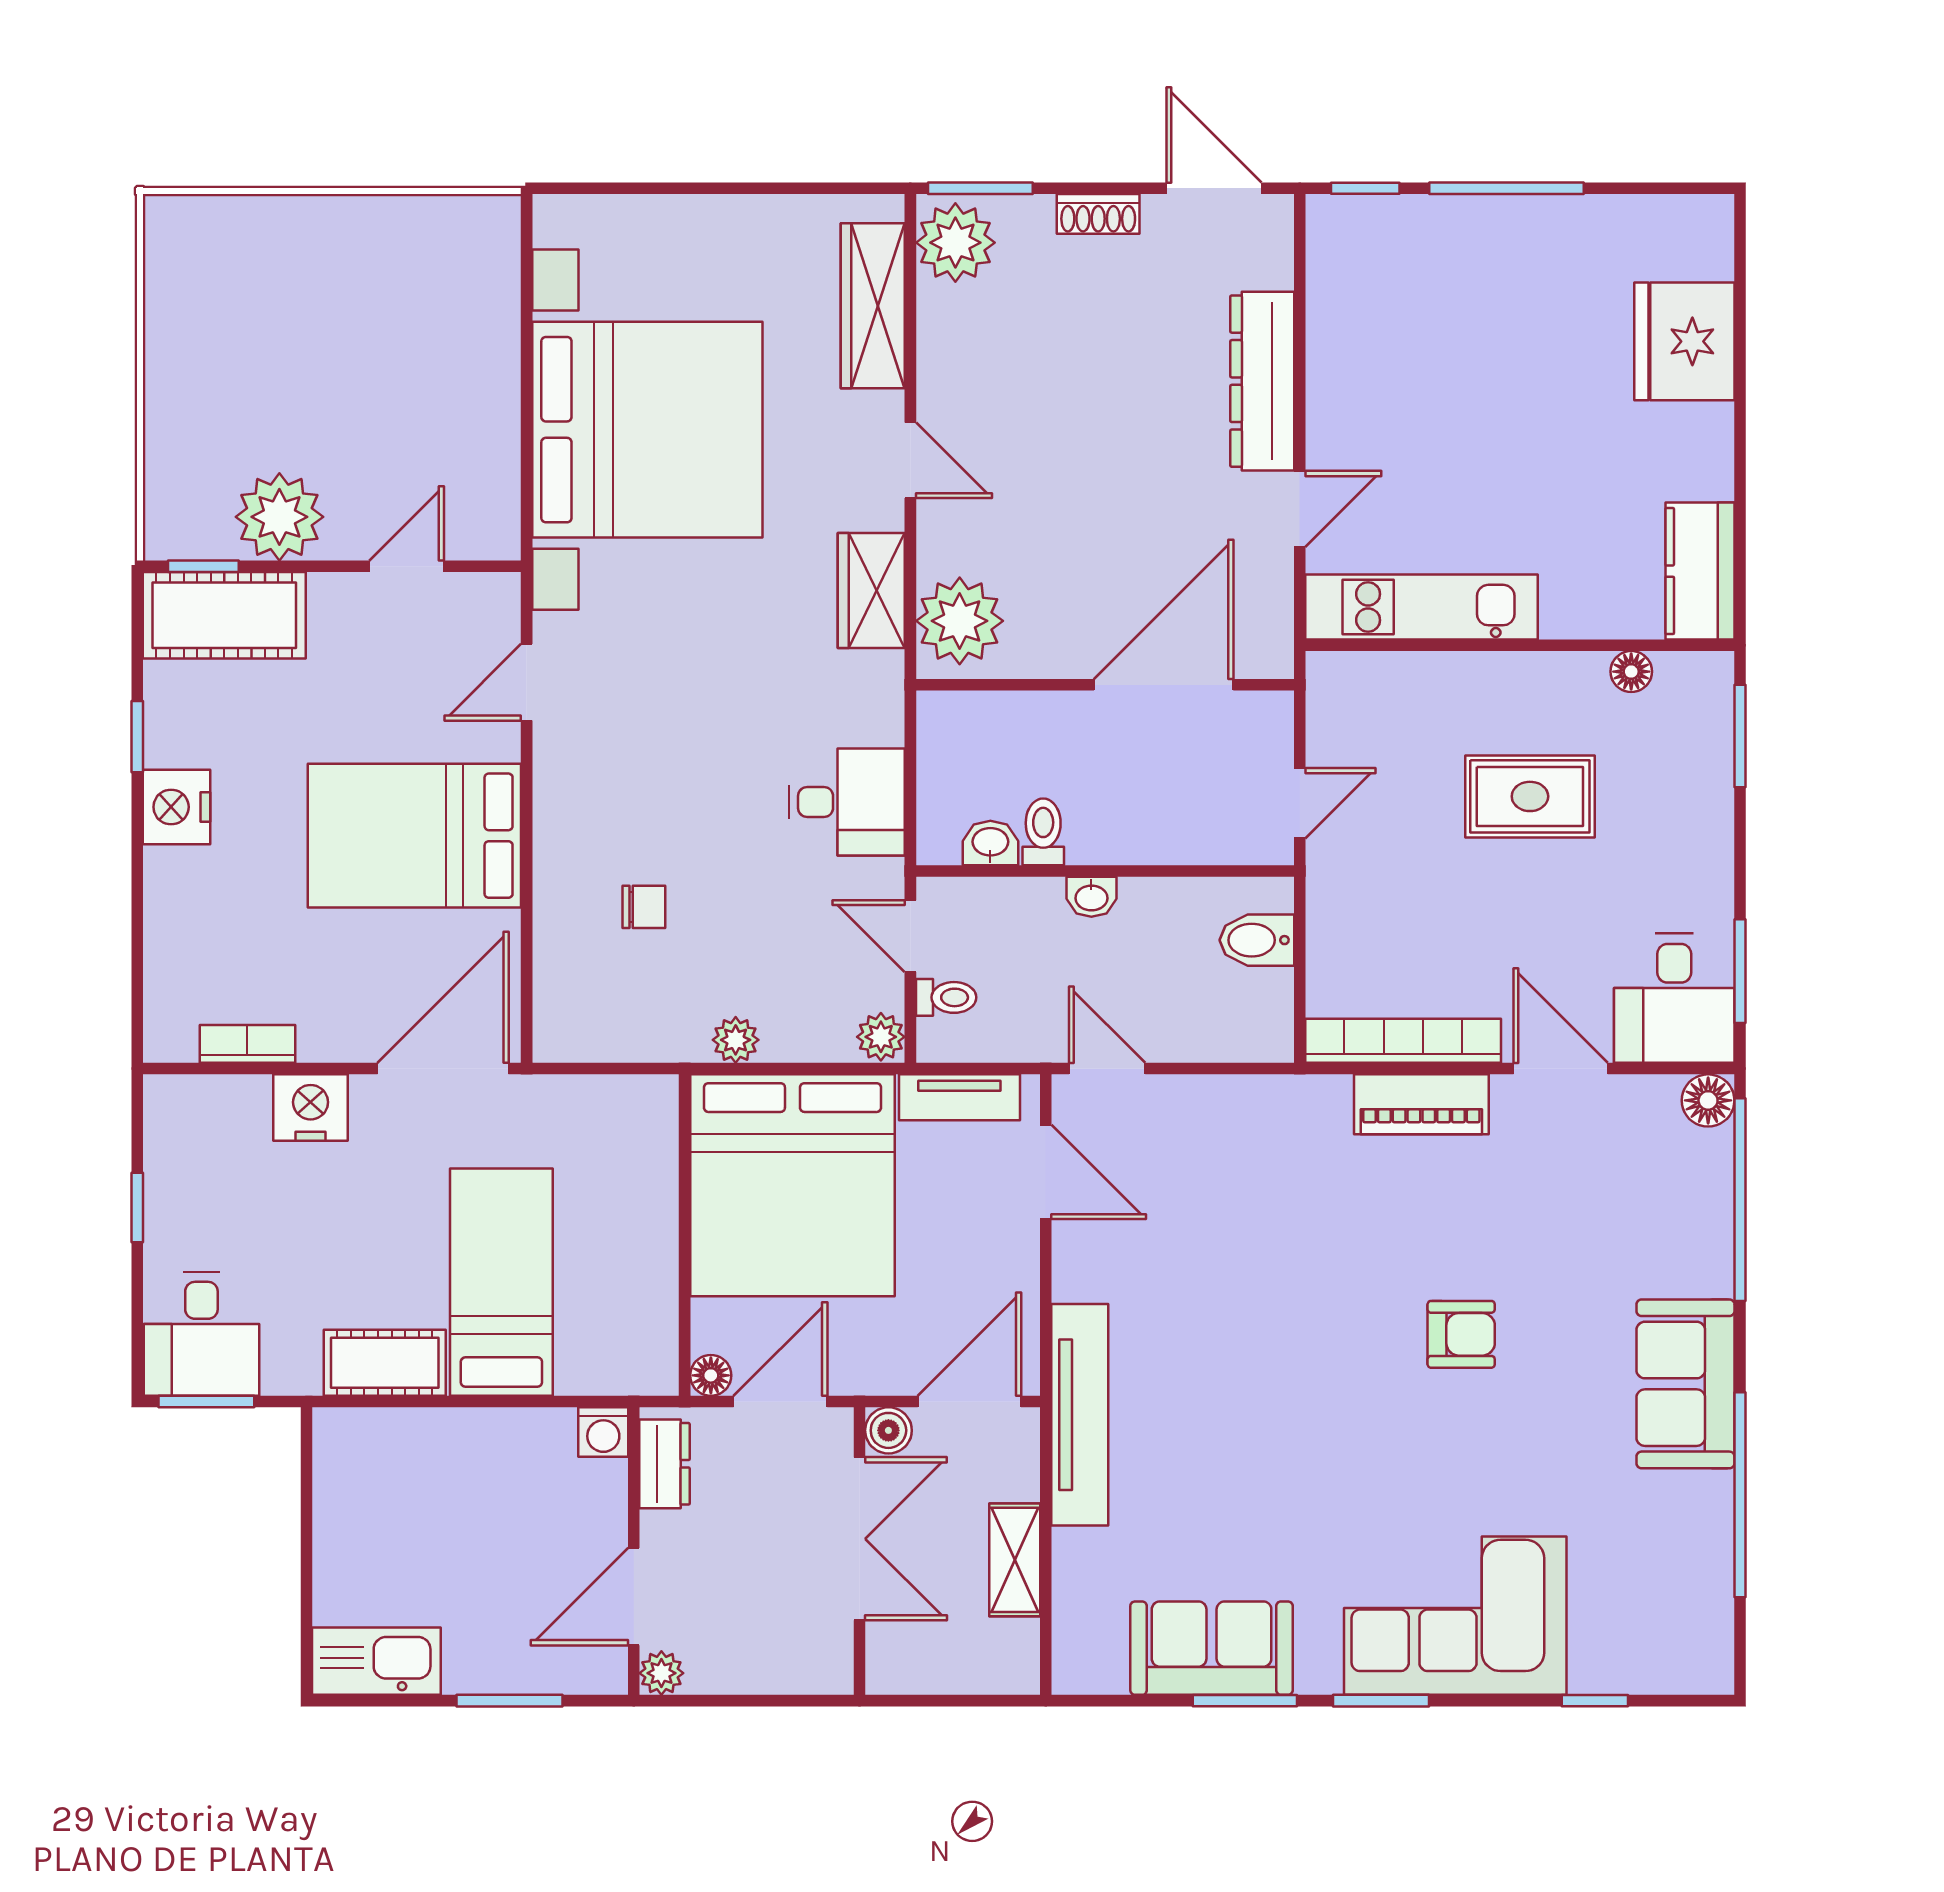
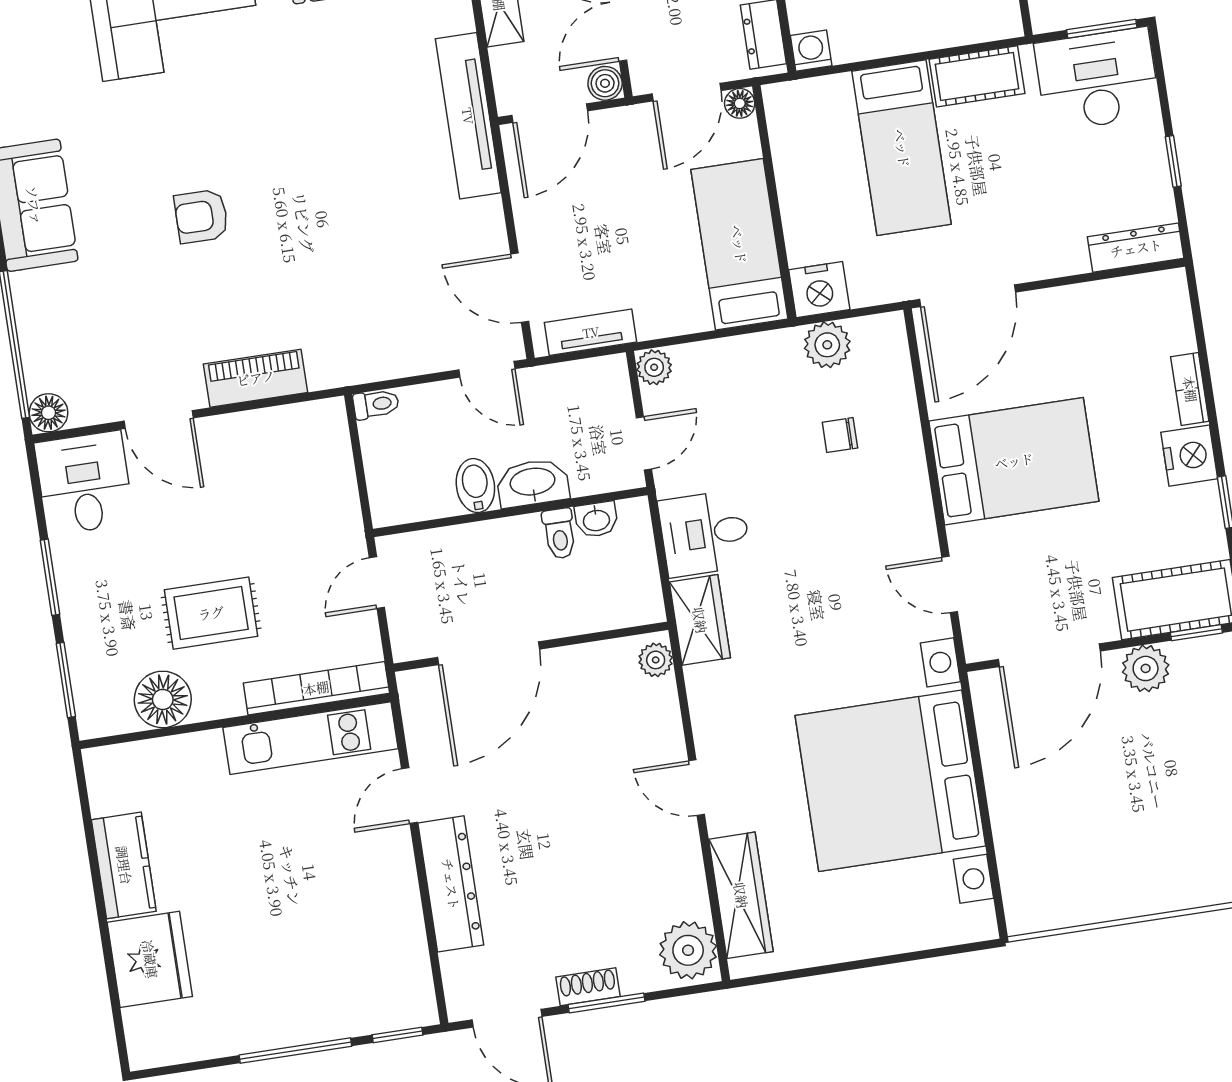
window: (980, 188) -> (606, 1003), moved
plant: (279, 517) -> (1146, 668), width x0.73, depth x0.73
door: (407, 566) -> (1049, 655), width x1.88
kitchen counter: (1700, 571) -> (124, 865), moved
wardrobe: (871, 591) -> (700, 620), moved
plant: (960, 621) -> (656, 660), width x0.53, depth x0.53
floor lamp: (1631, 672) -> (163, 699), width x1.89, depth x1.89
door: (527, 682) -> (950, 585), swing flipped
washbasin: (1091, 897) -> (533, 483), width x1.91, depth x1.45
door: (910, 936) -> (644, 443), hinge flipped
bidet: (1257, 940) -> (475, 486), moved, turned -90
window: (1740, 971) -> (50, 577), moved
toilet: (946, 997) -> (376, 404), moved, turned 180
plant: (736, 1040) -> (827, 345), moved, width x1.38, depth x1.38
bookcase: (1403, 1041) -> (316, 688), moved, turned 180
bookcase: (247, 1044) -> (1190, 389), moved, turned 90
dresser: (206, 1099) -> (1136, 248), added
nightstand: (311, 1108) -> (819, 290), moved
bed: (792, 1185) -> (739, 244), width x0.49
desk: (201, 1334) -> (1097, 79), width x1.37

